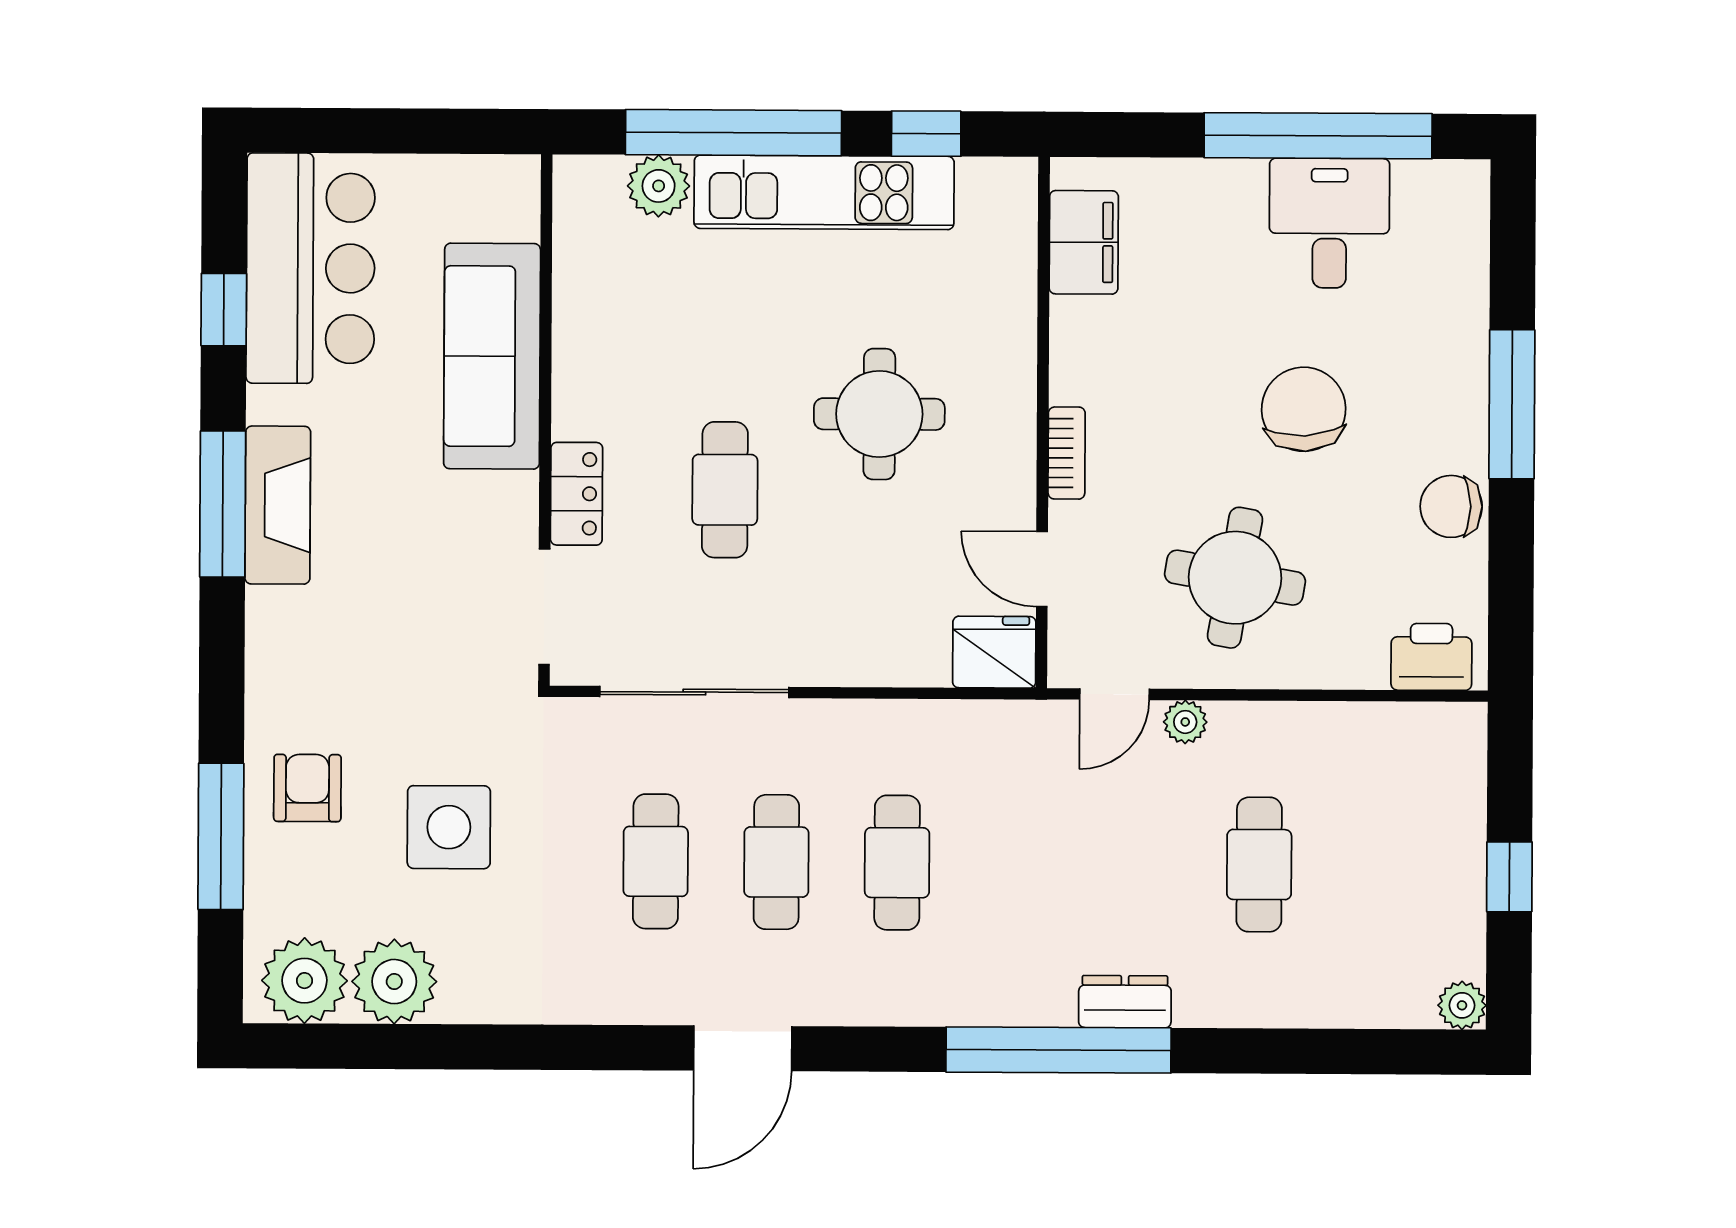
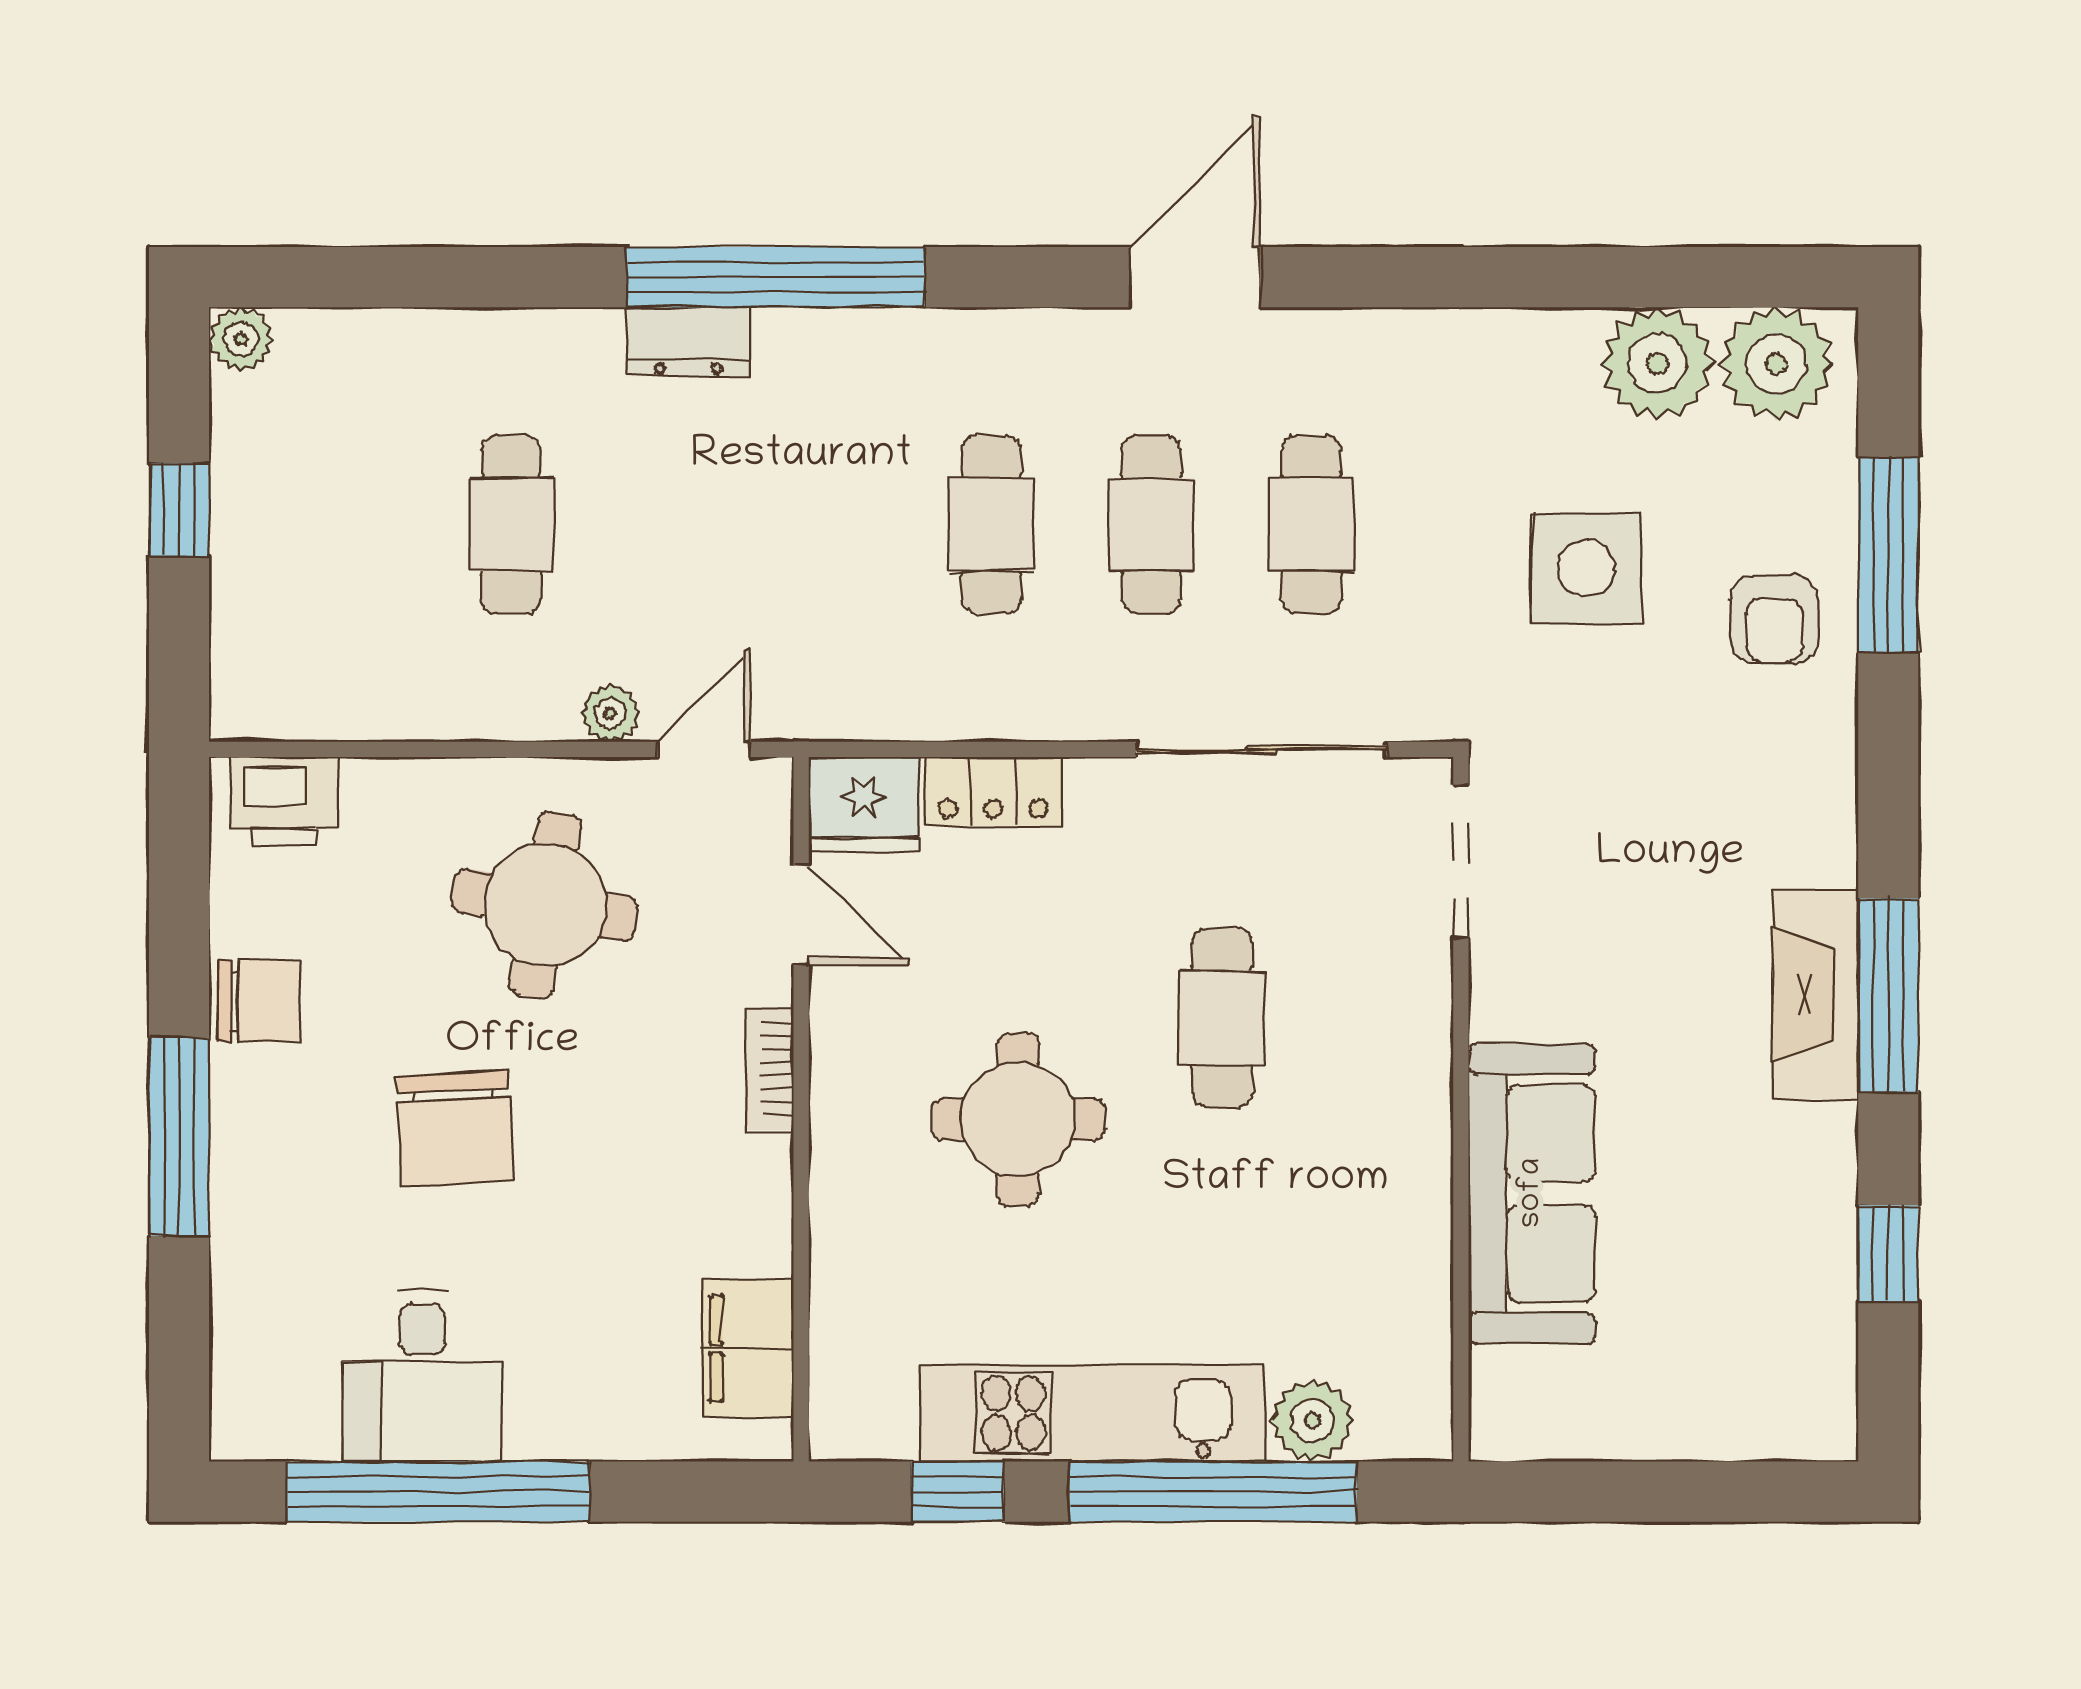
bar counter: (311, 268) -> (1773, 1309), removed
locker: (577, 494) -> (993, 791), moved, turned -90

